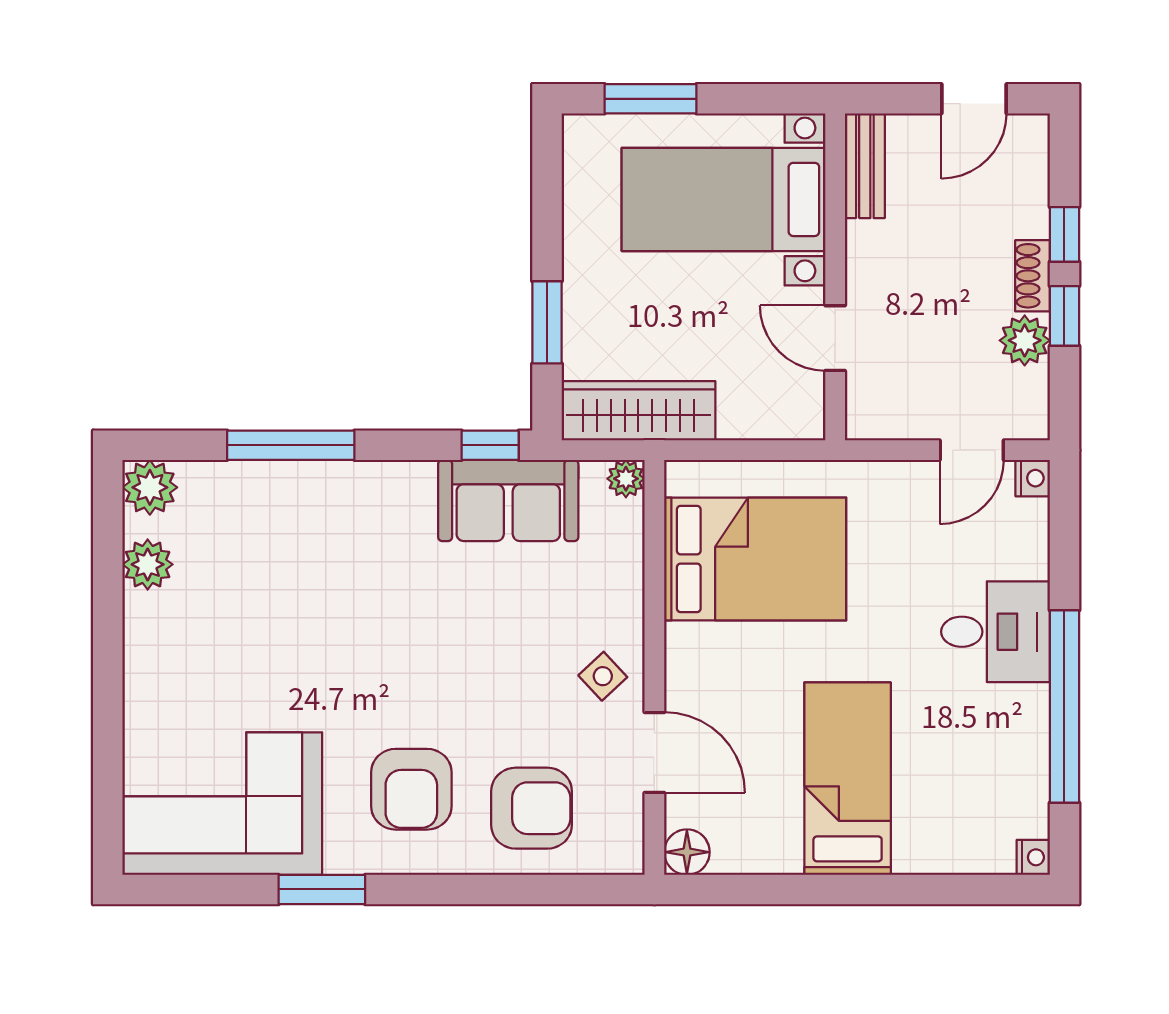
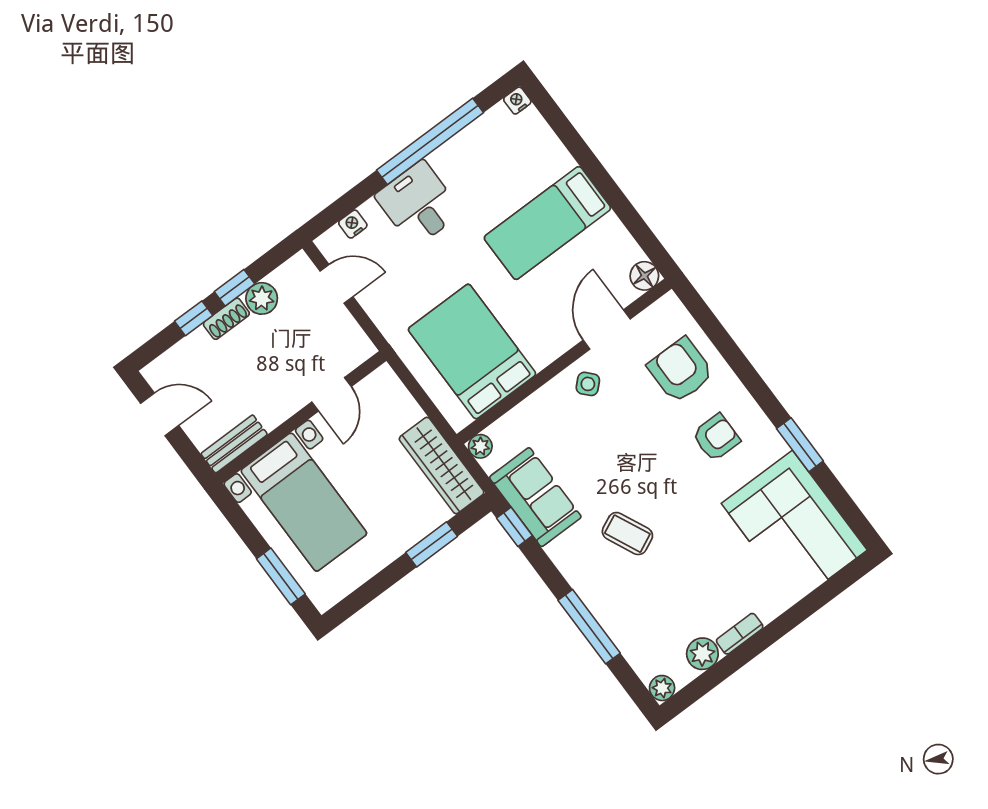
nightstand: (1033, 478) -> (353, 224), moved
plant: (150, 487) -> (662, 688), width x0.73, depth x0.73
coffee table: (373, 584) -> (627, 534), added
bookcase: (137, 631) -> (740, 634), added
armchair: (411, 789) -> (716, 437), width x0.72, depth x0.72

